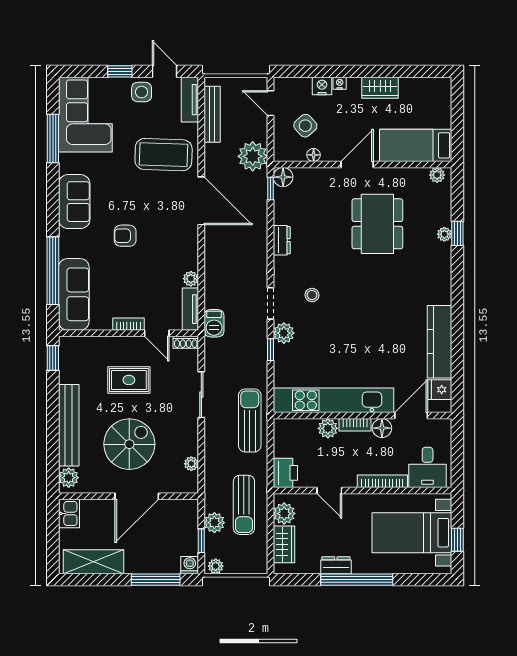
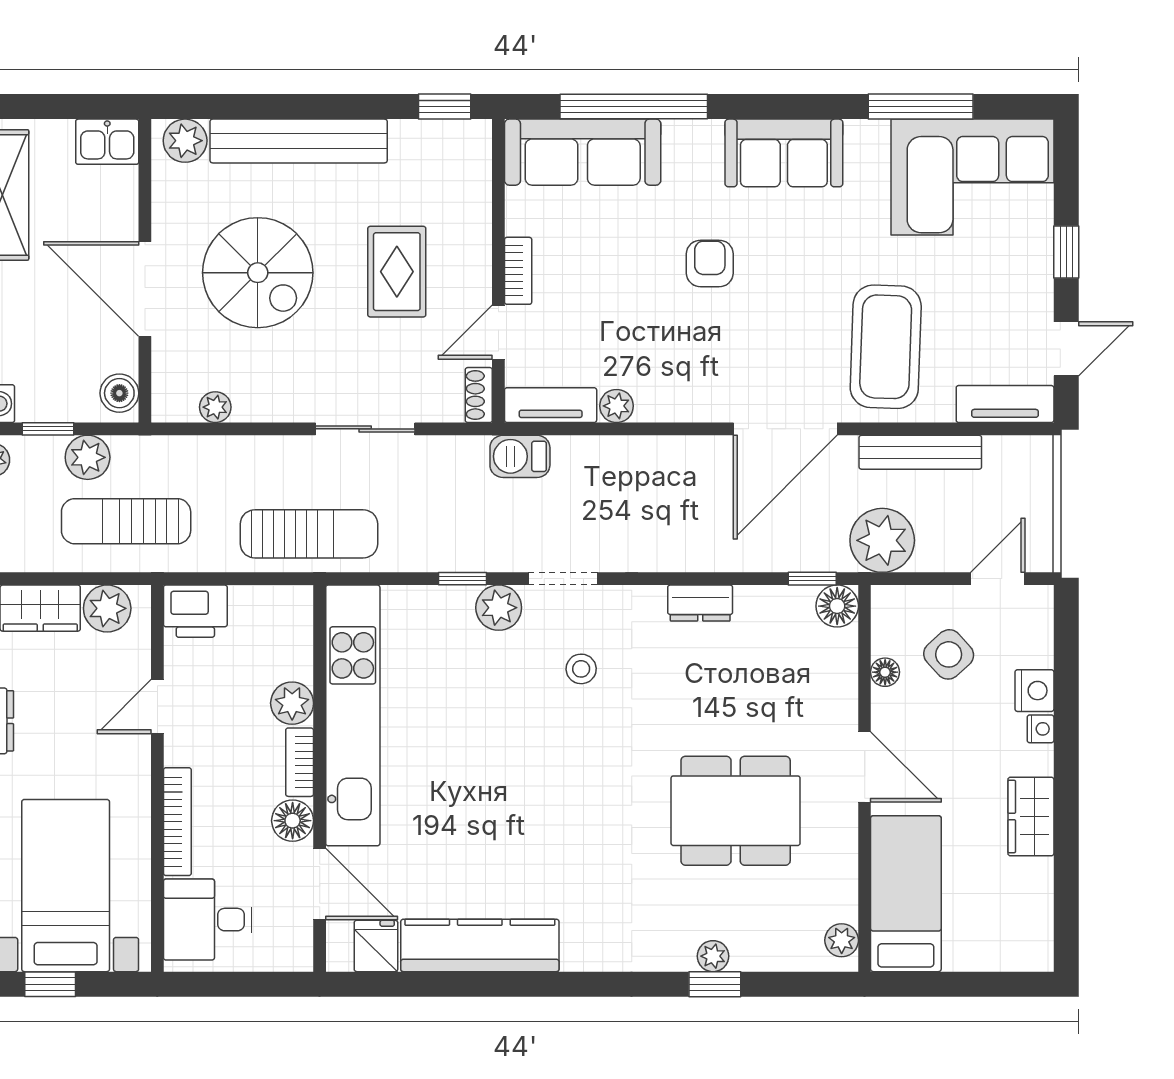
side table: (142, 92) -> (1022, 299), removed
bench: (212, 114) -> (920, 452), moved
boiler: (185, 508) -> (119, 393), added

